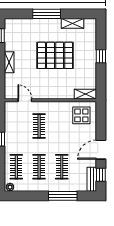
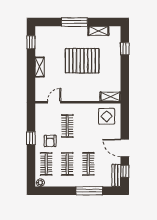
window: (101, 56) -> (125, 49), moved
door: (25, 100) -> (54, 102), hinge flipped
armchair: (21, 142) -> (50, 141), added
door: (101, 150) -> (125, 148), hinge flipped

